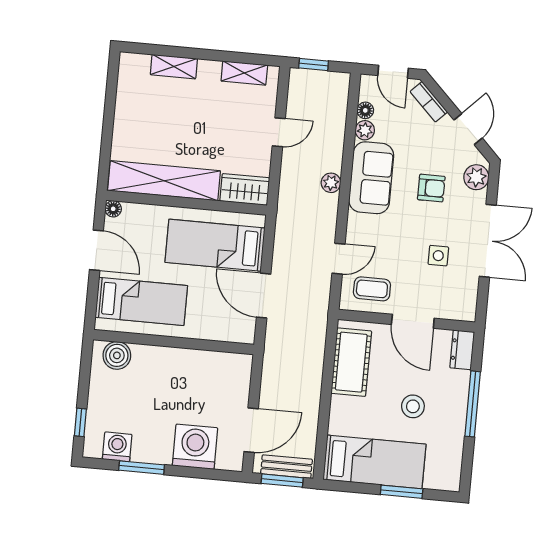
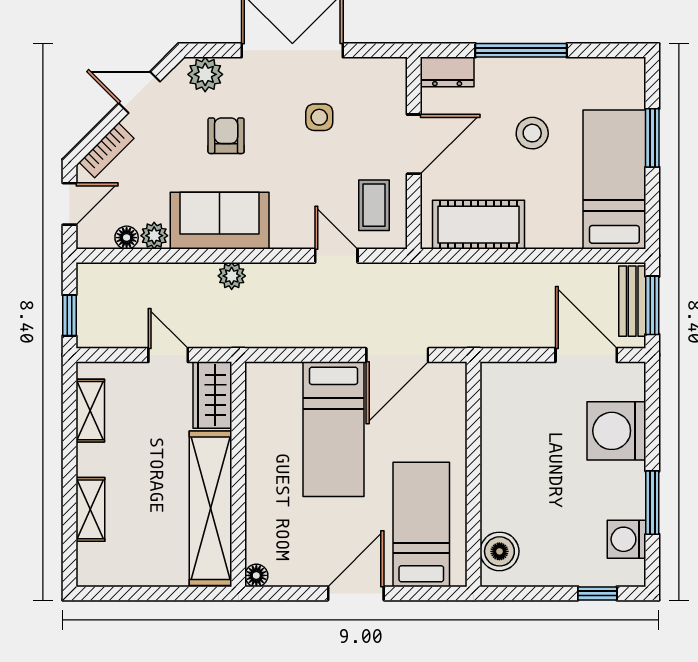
shelving: (164, 181) -> (211, 508), moved
wardrobe: (245, 189) -> (212, 395), moved
wall: (187, 203) -> (238, 474), moved
floor lamp: (113, 209) -> (256, 575), moved

